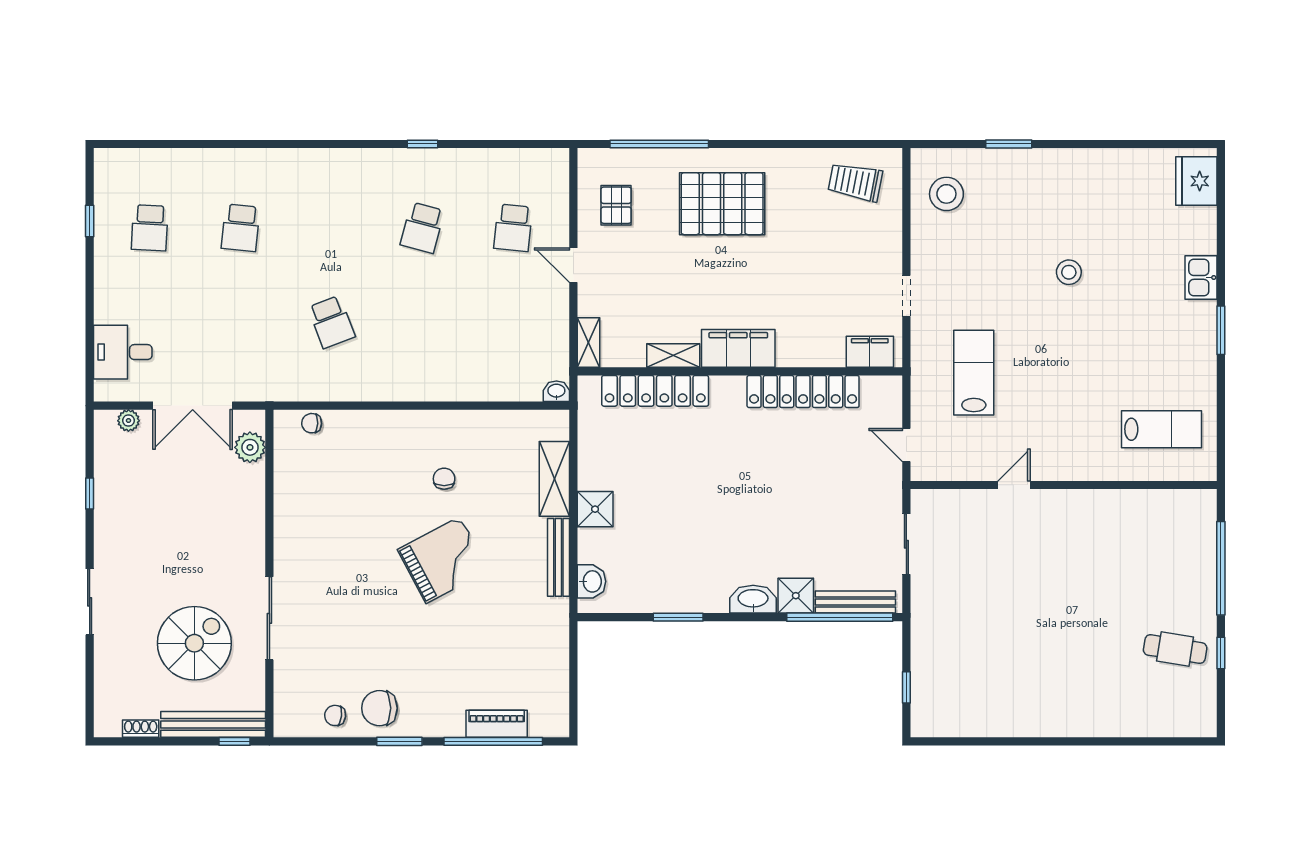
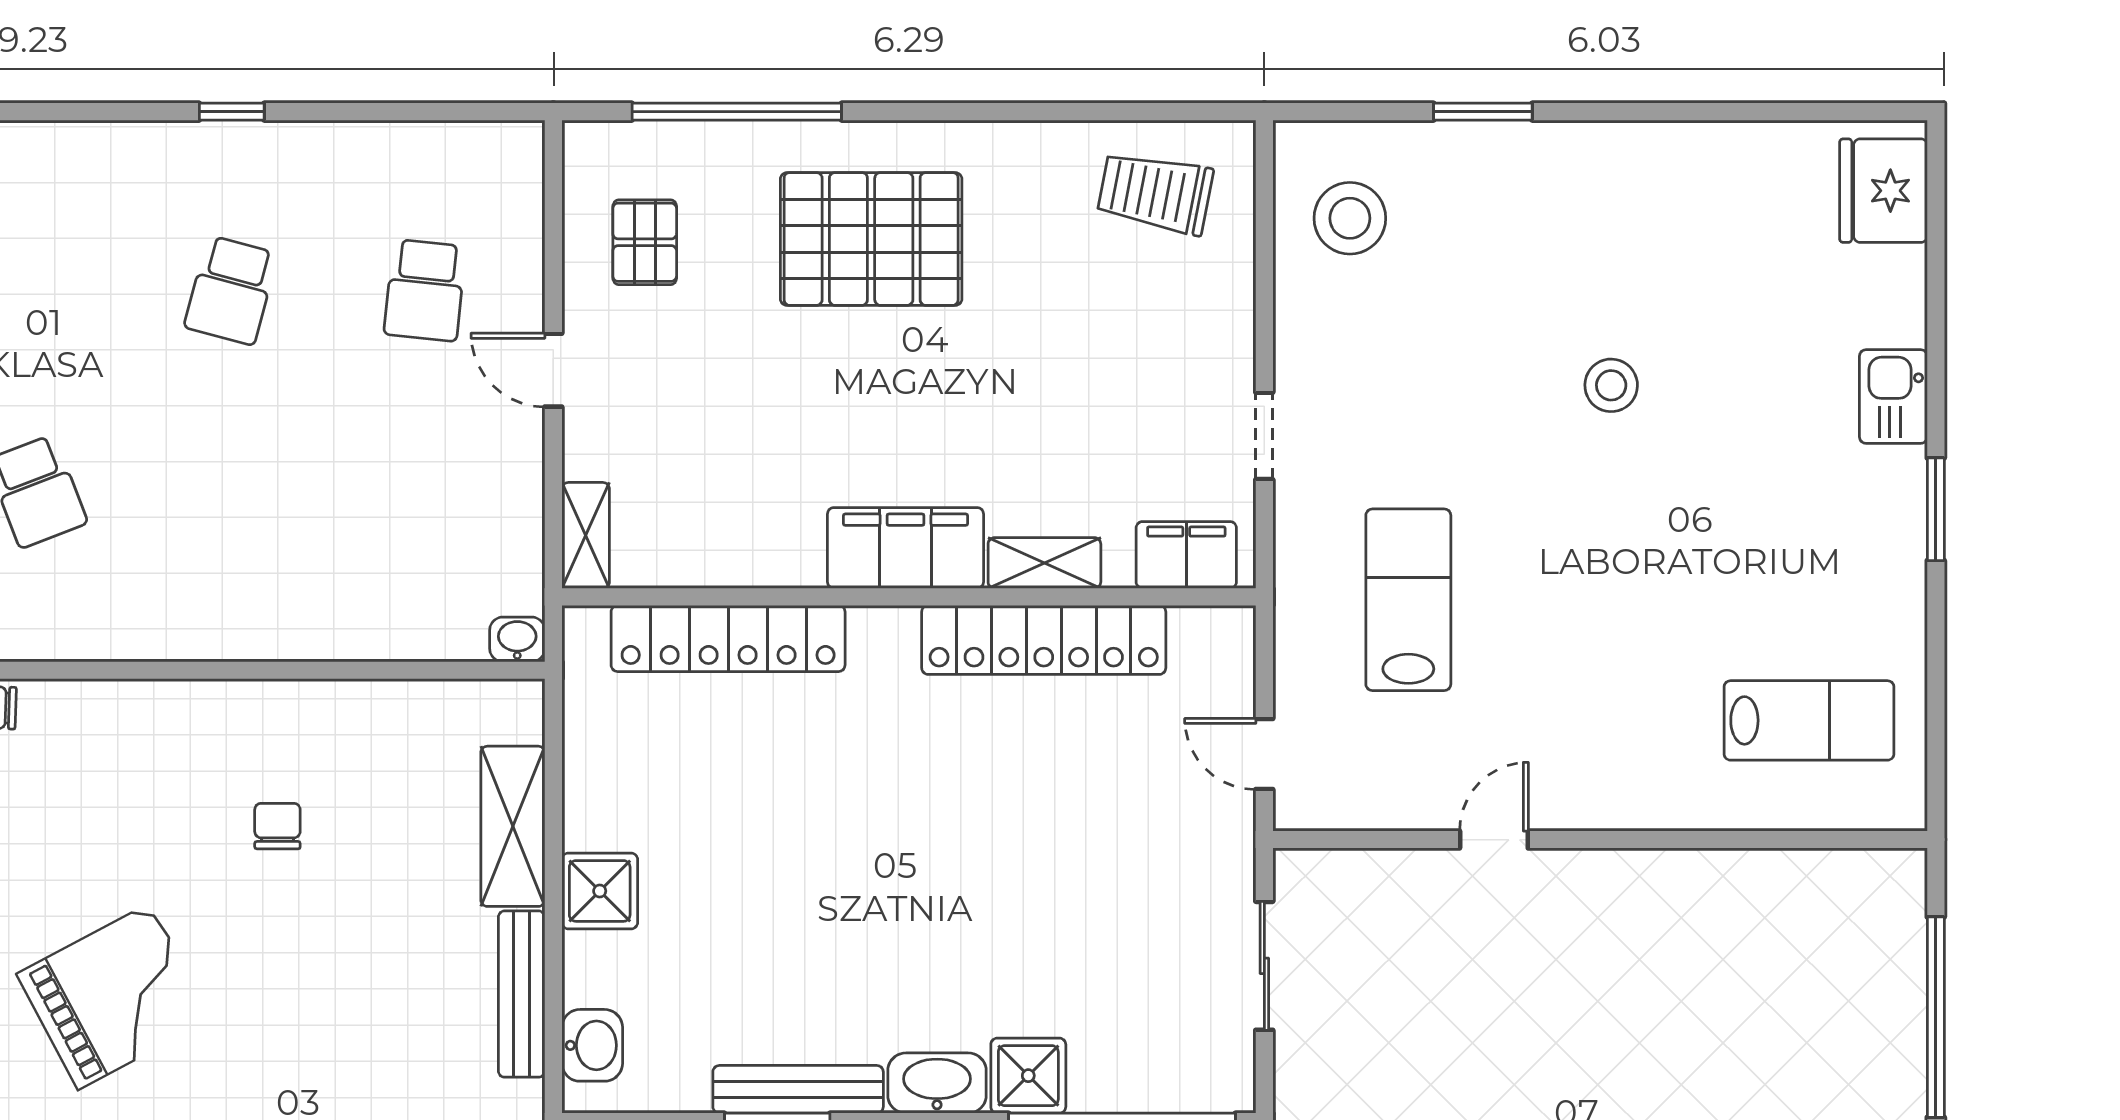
shelving: (673, 355) -> (1044, 563), moved
grand piano: (443, 560) -> (114, 996), moved
bench: (855, 602) -> (798, 1089), moved

